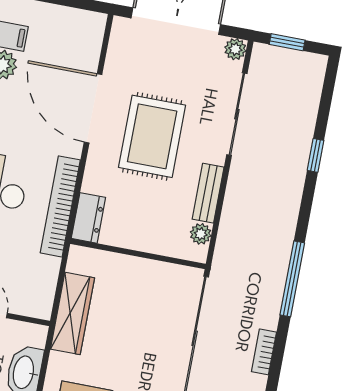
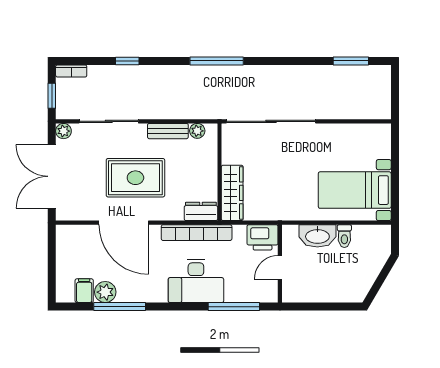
door: (93, 108) -> (124, 223), hinge flipped
printer: (37, 296) -> (263, 237), added
wardrobe: (72, 313) -> (232, 193), moved, turned 90
bookcase: (264, 352) -> (71, 71), moved

